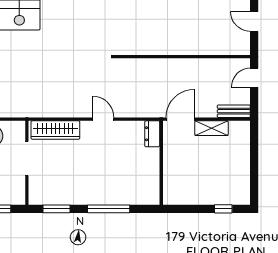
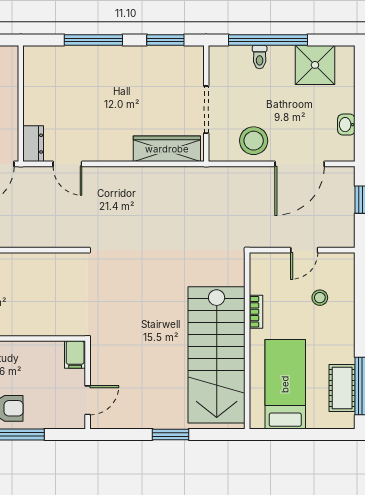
door: (103, 119) -> (67, 164), moved

